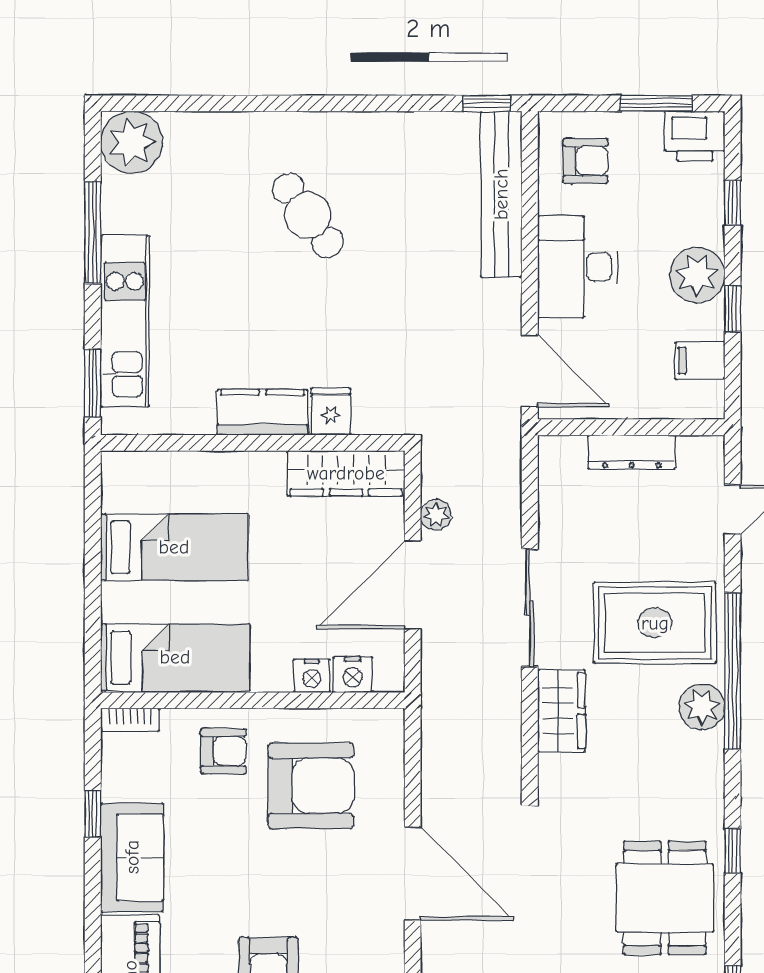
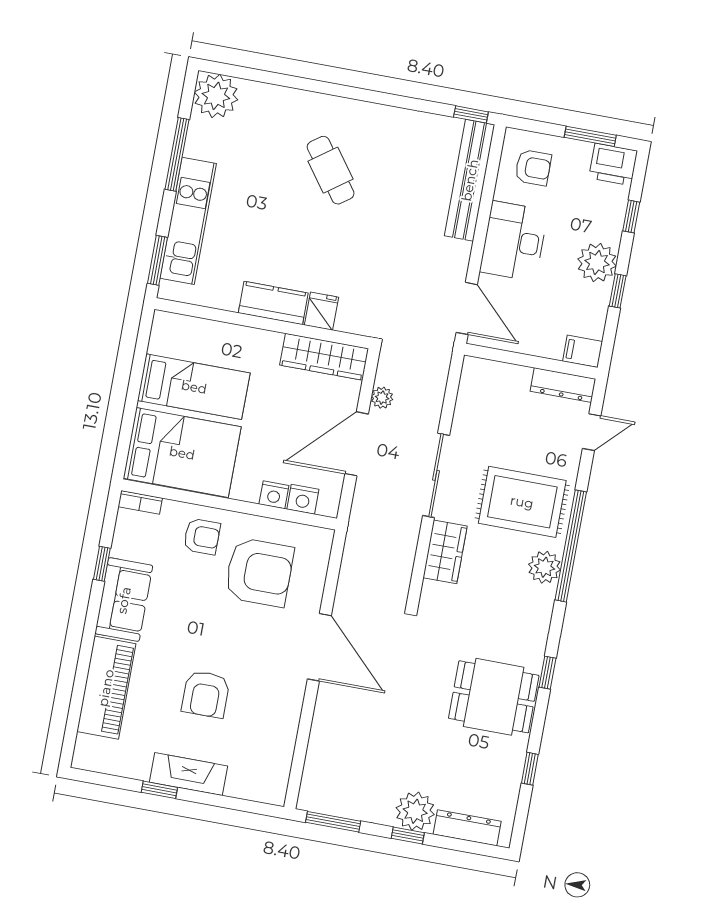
filing cabinet: (700, 361) -> (583, 351), moved
dresser: (632, 452) -> (563, 385), moved
bed: (175, 657) -> (182, 453), width x1.50
dining table: (665, 898) -> (494, 697), turned 90

